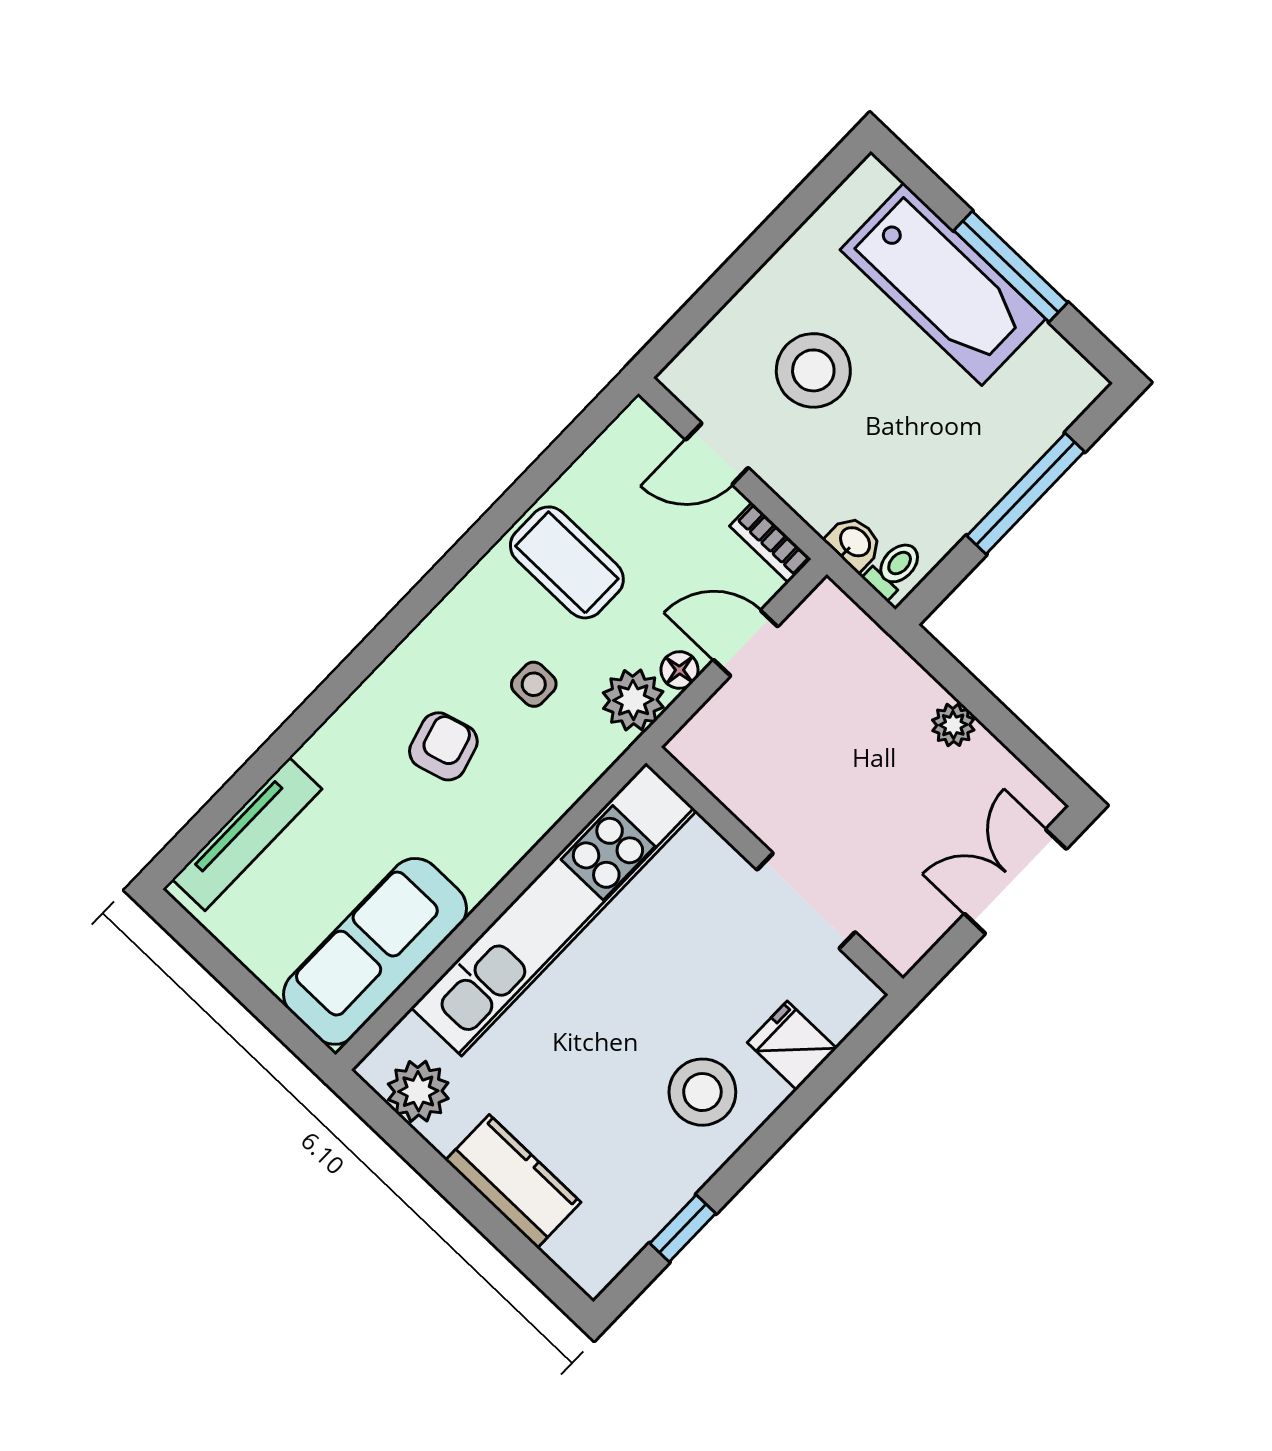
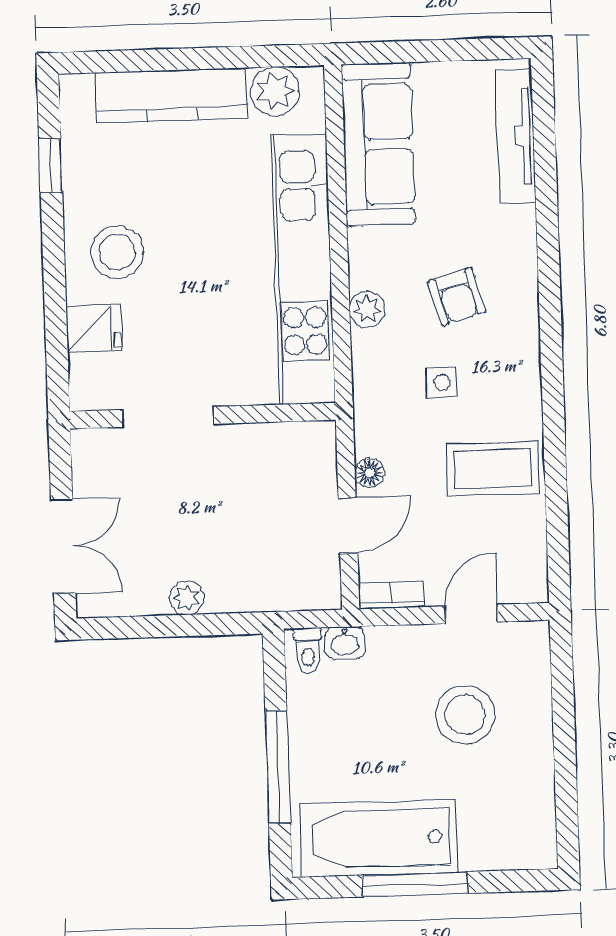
bathtub: (943, 284) -> (379, 838), moved
plant: (633, 700) -> (367, 309), moved, width x0.73, depth x0.73
kitchen counter: (513, 1181) -> (171, 95), width x1.50

